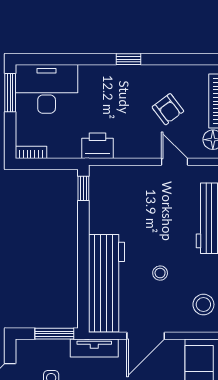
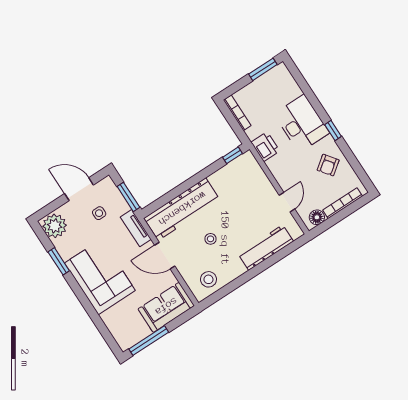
desk: (47, 89) -> (302, 123), moved
armchair: (168, 109) -> (328, 165), moved
bookcase: (31, 152) -> (237, 113), width x1.56

